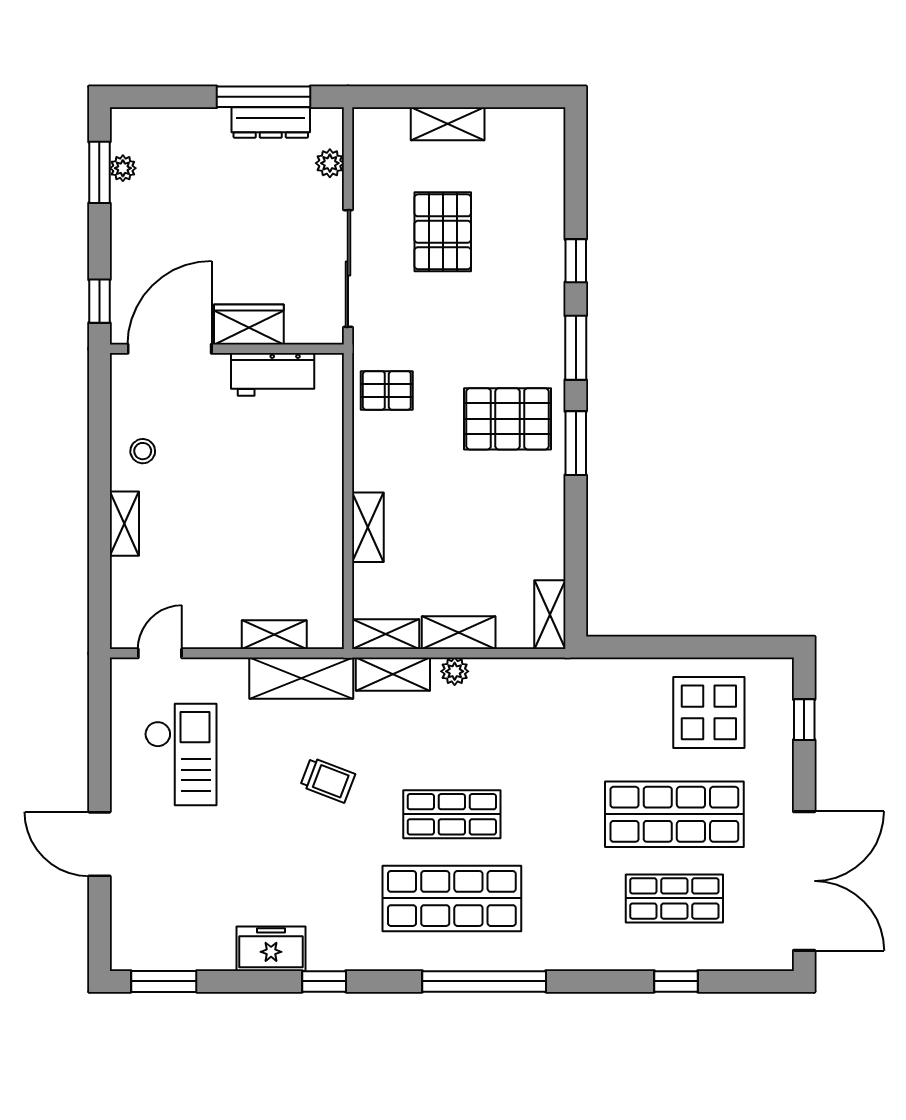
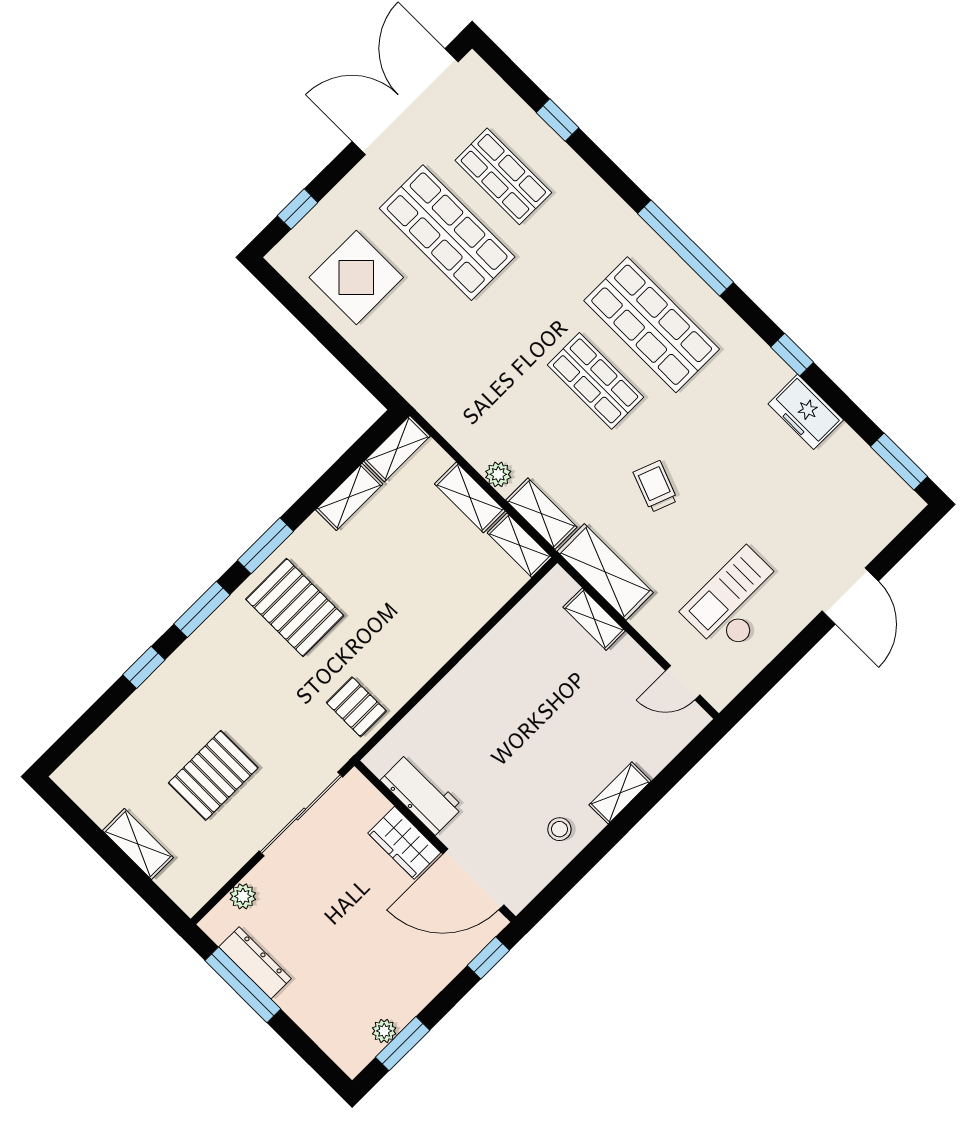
shelving: (368, 527) -> (349, 497), moved

